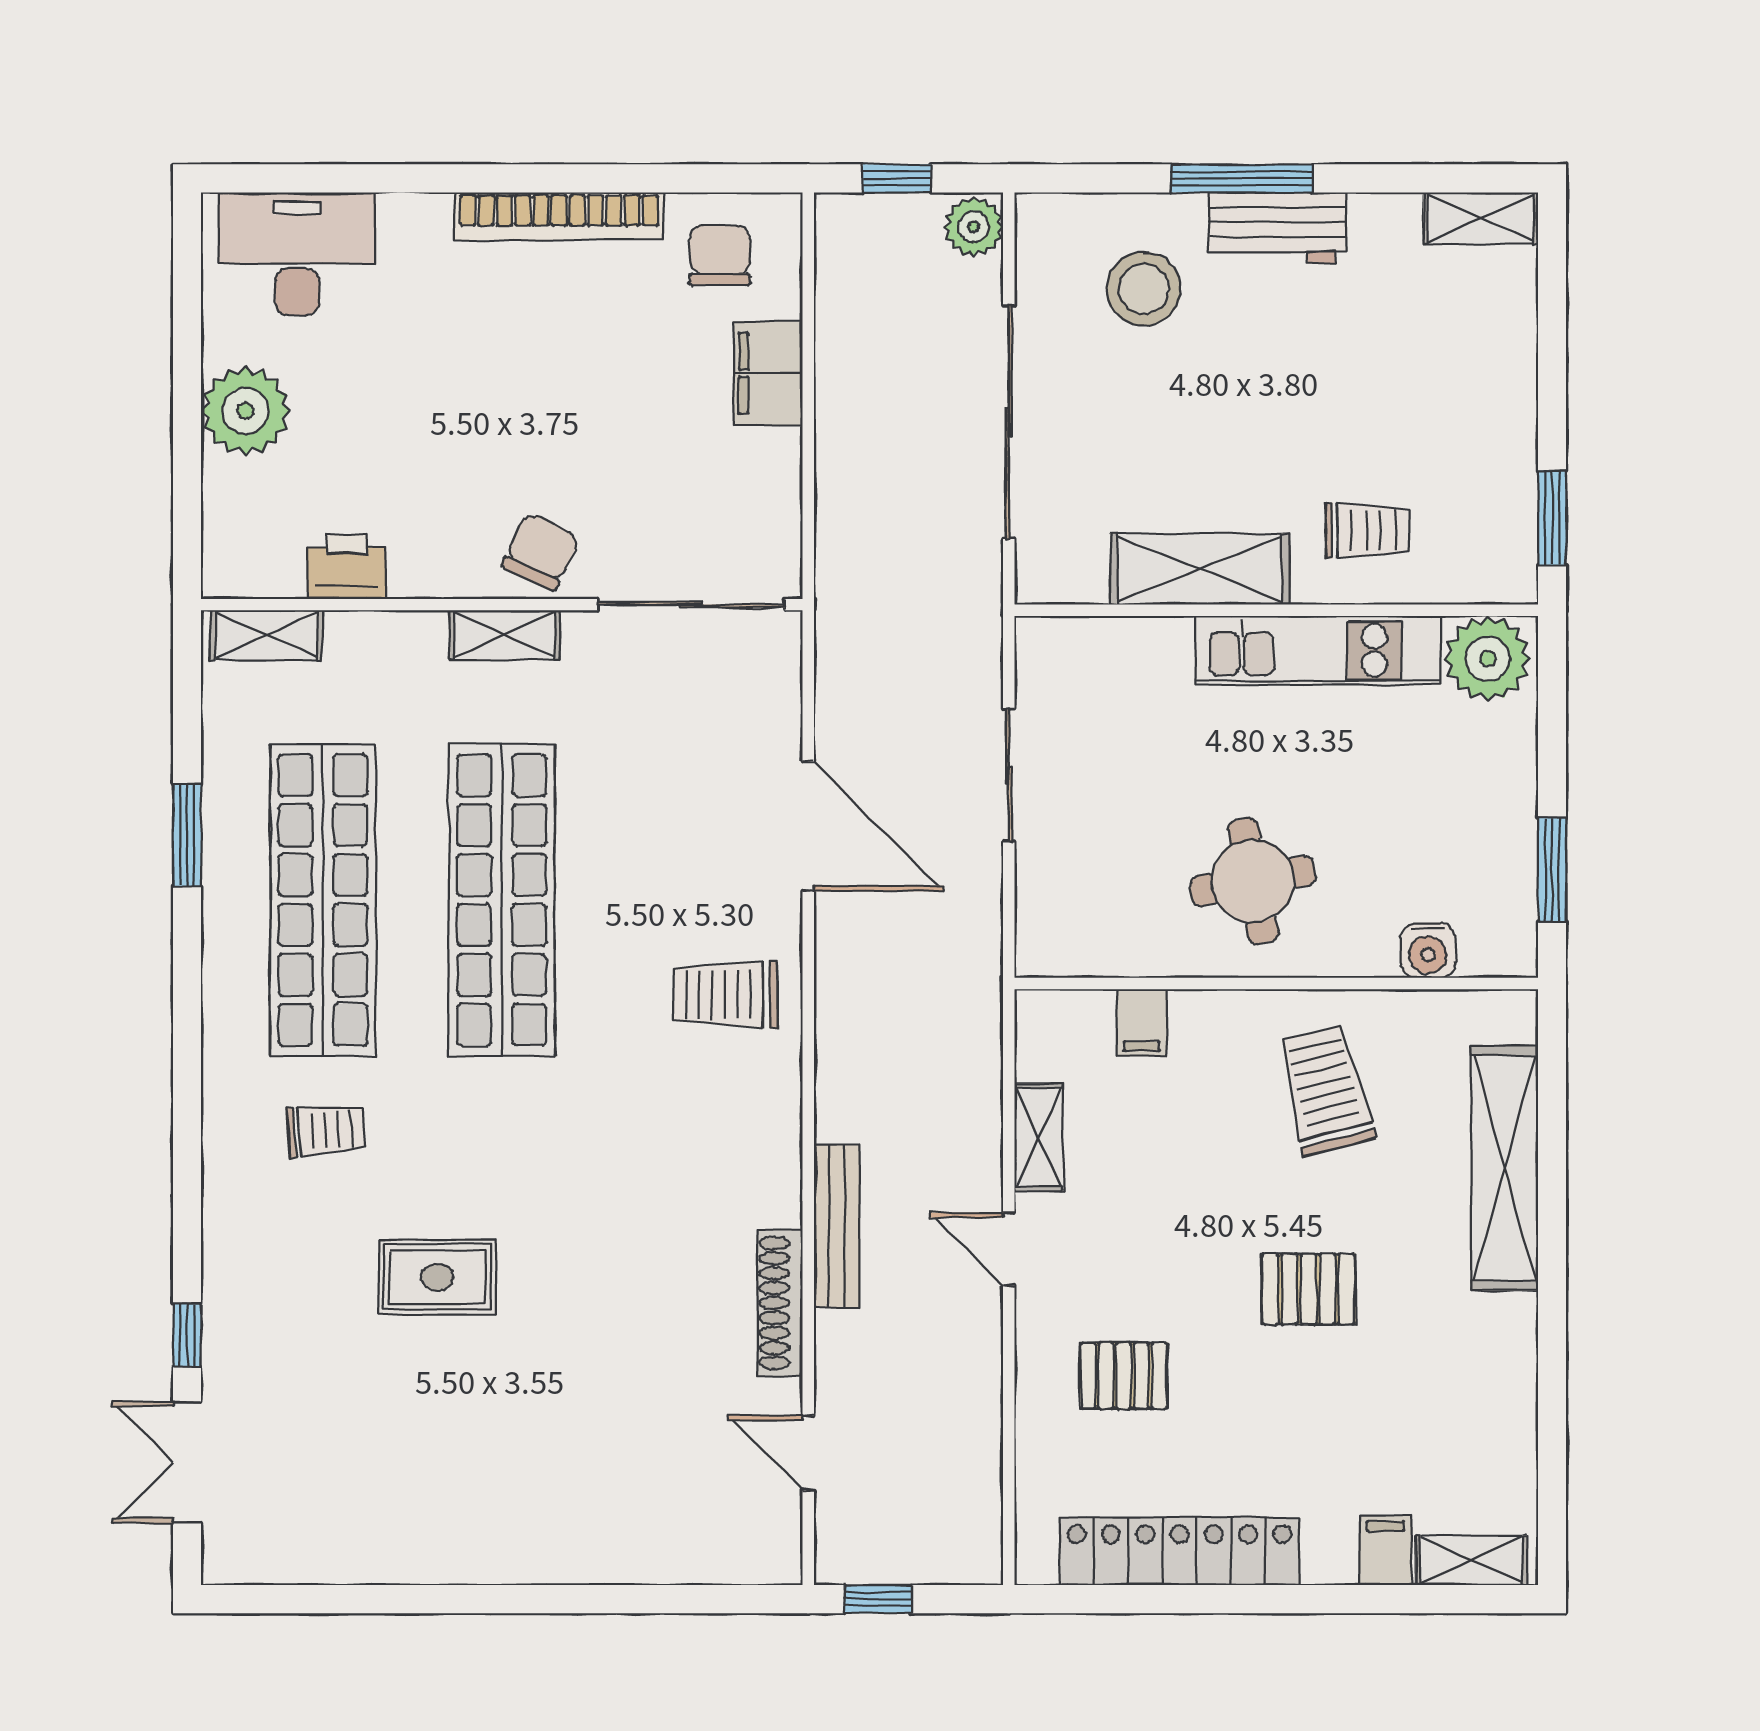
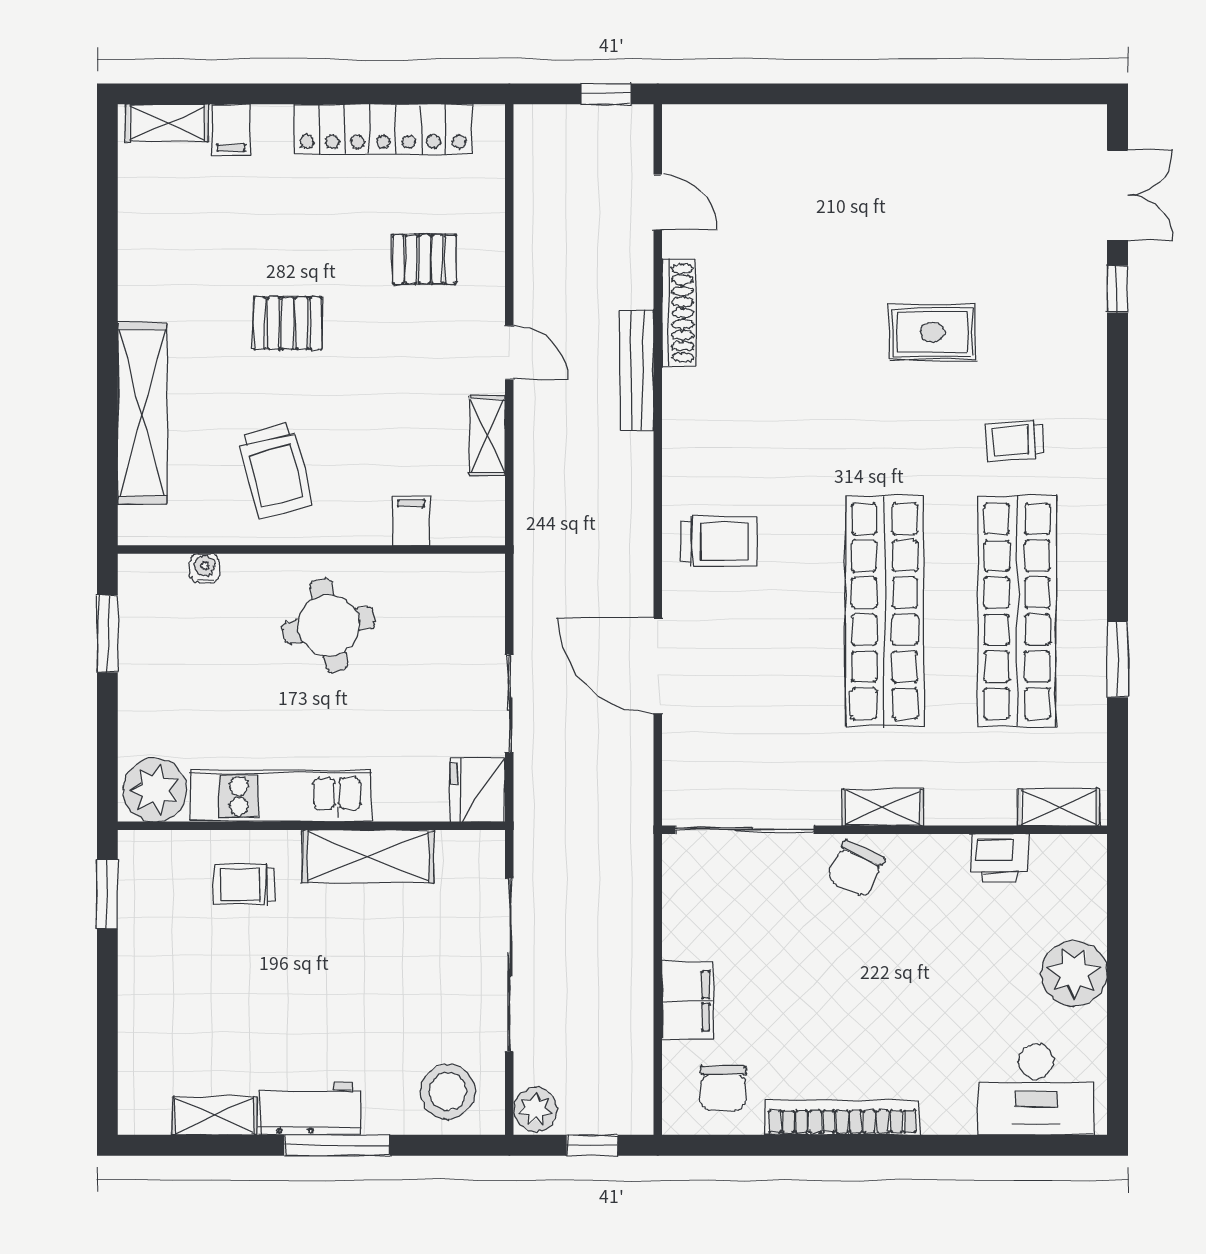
shelving: (1481, 218) -> (214, 1116), moved
stool: (1144, 289) -> (448, 1092), moved
fridge: (1051, 659) -> (478, 790), added
water cooler: (1428, 950) -> (205, 568), width x0.72, depth x0.72

